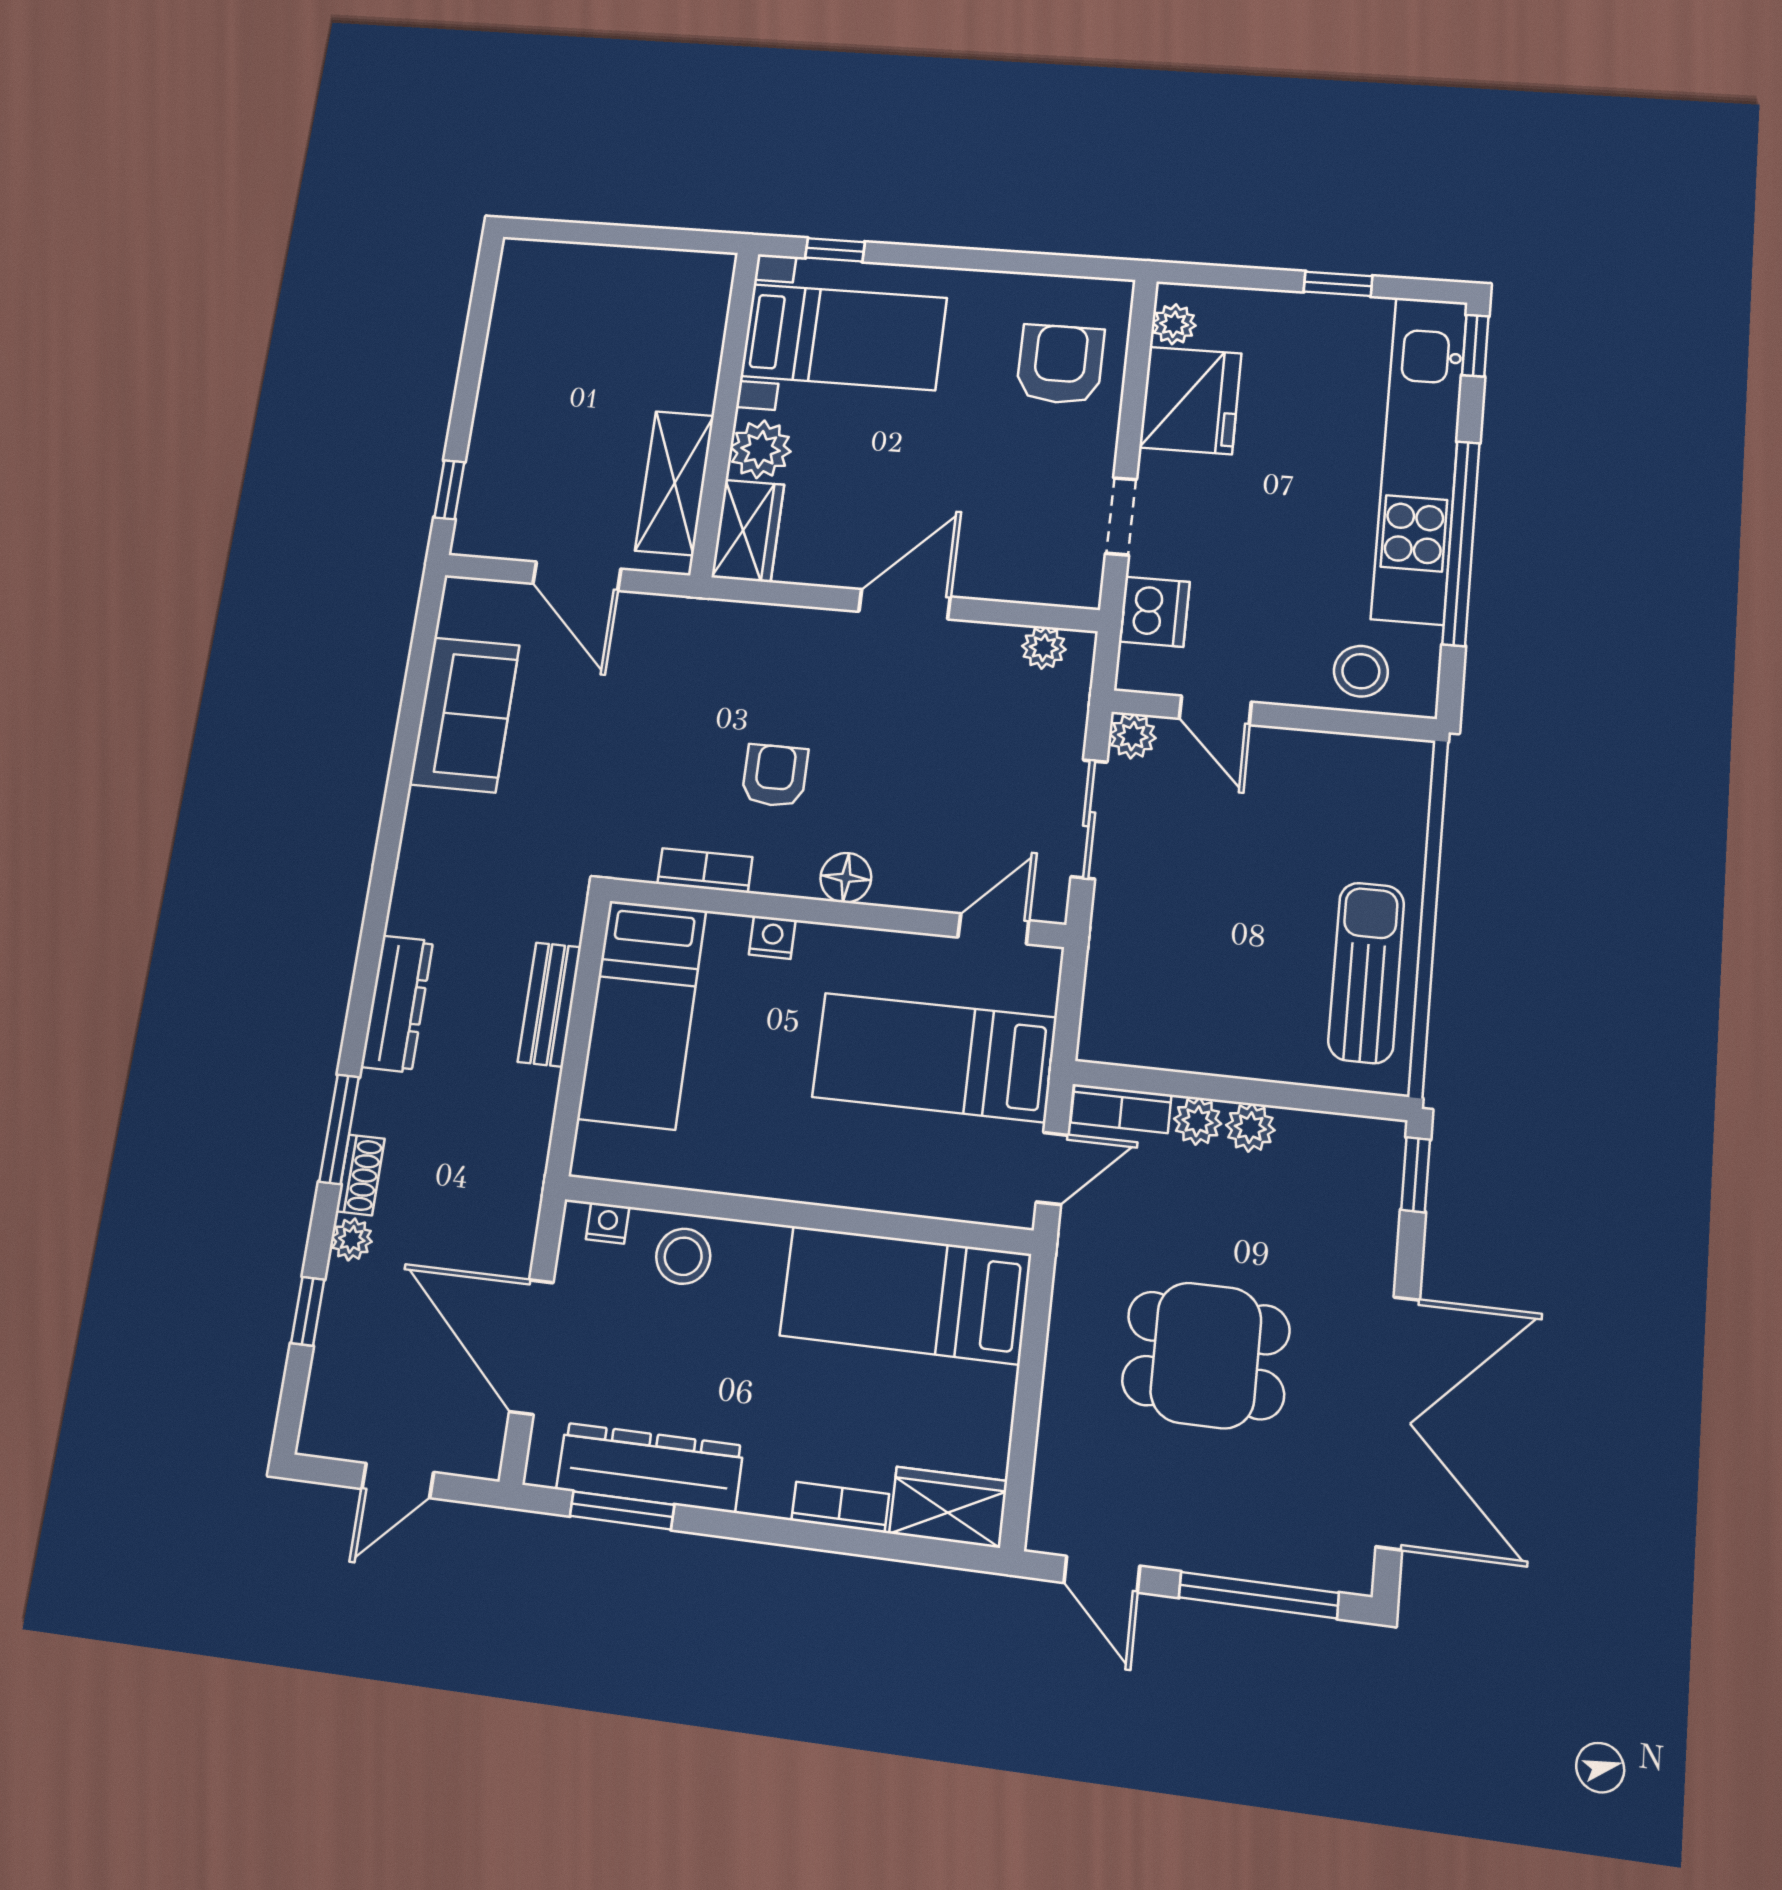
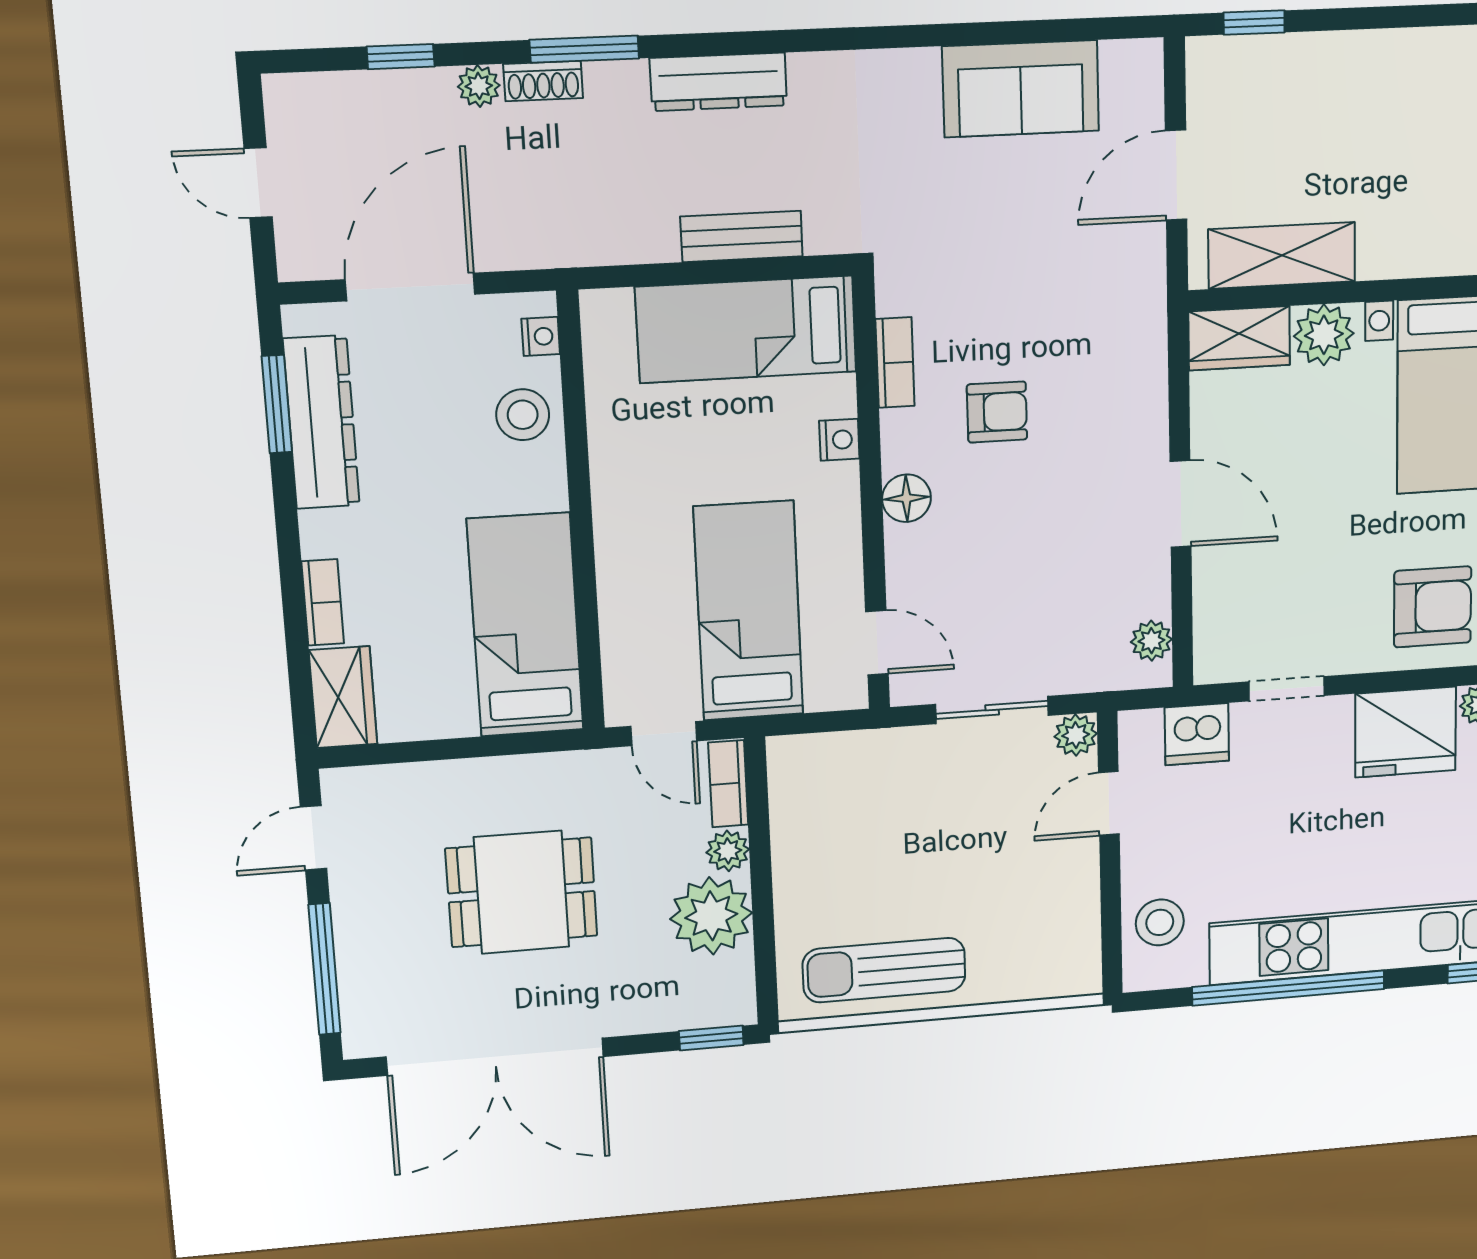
sun lounger: (1366, 972) -> (884, 970), turned 180
plant: (1250, 1128) -> (711, 916), width x1.87, depth x1.87
dining table: (1206, 1355) -> (522, 892), turned 90

